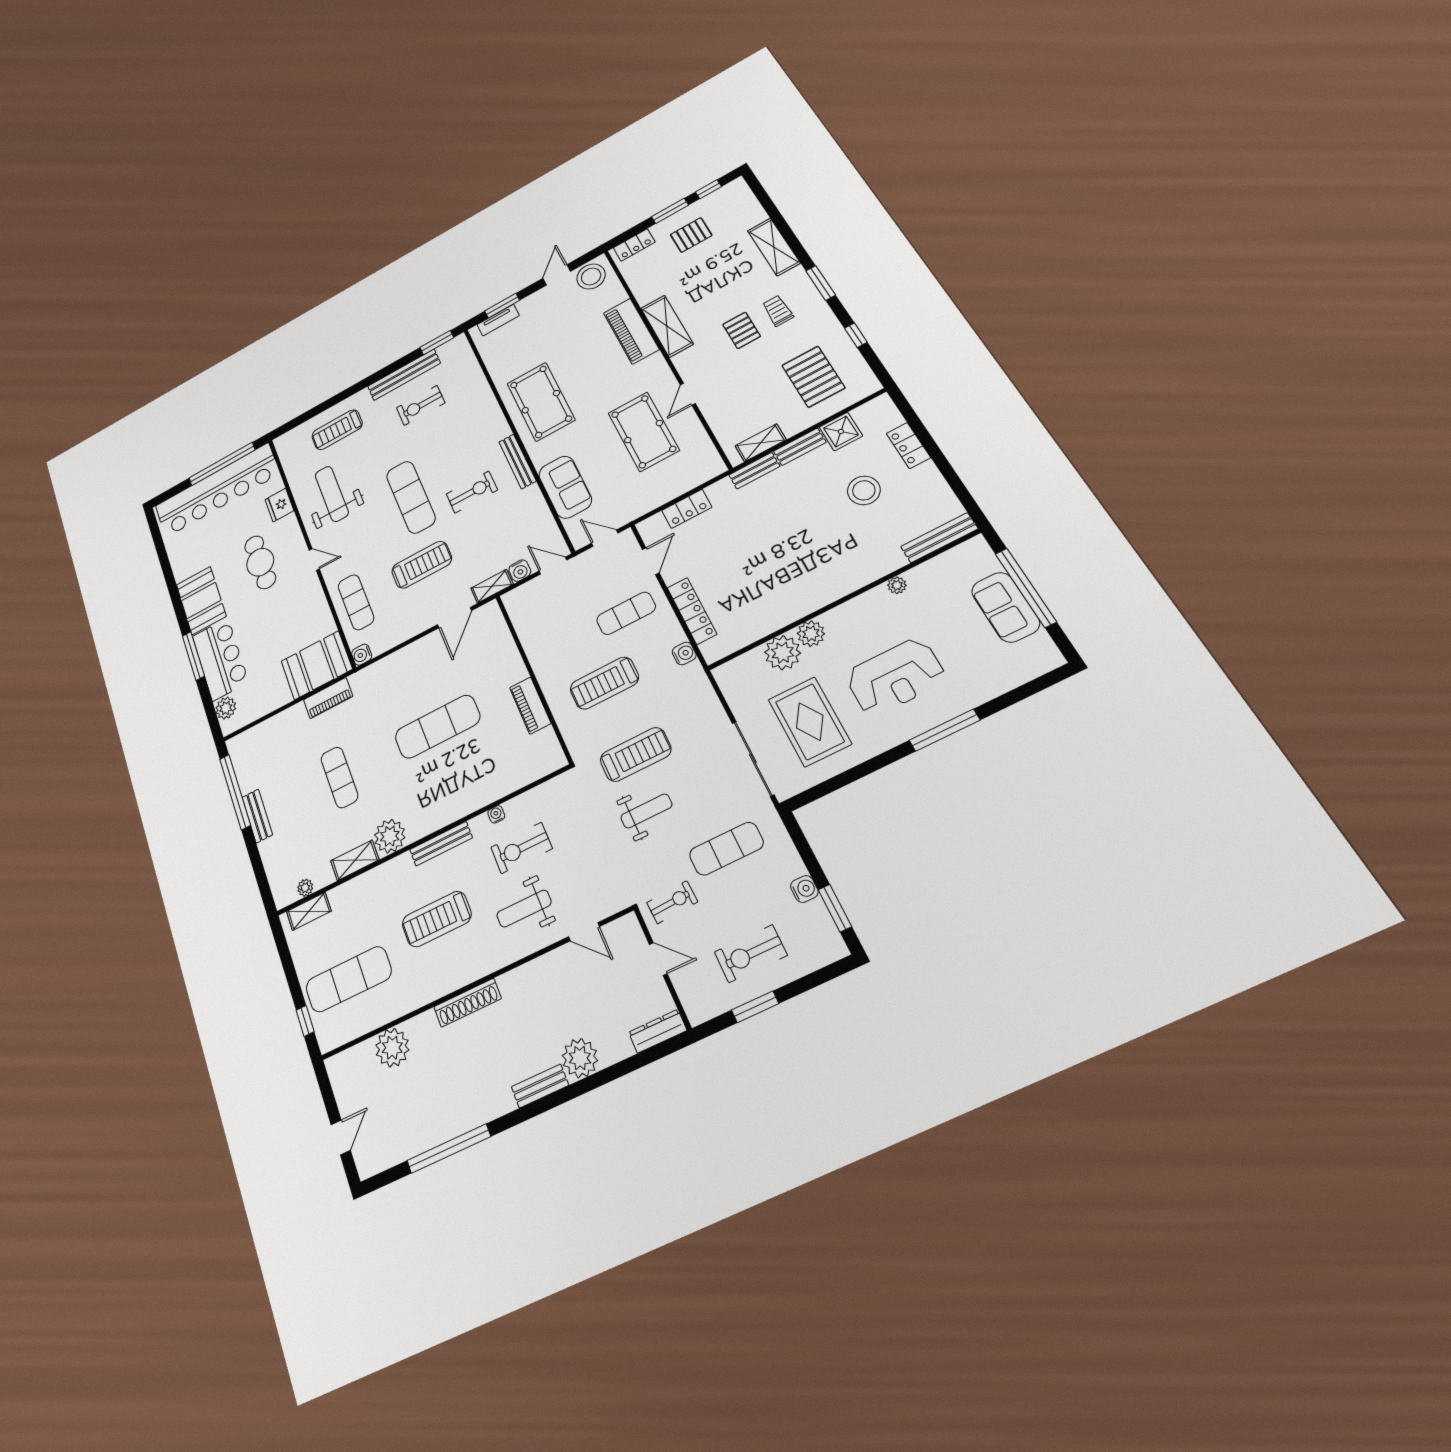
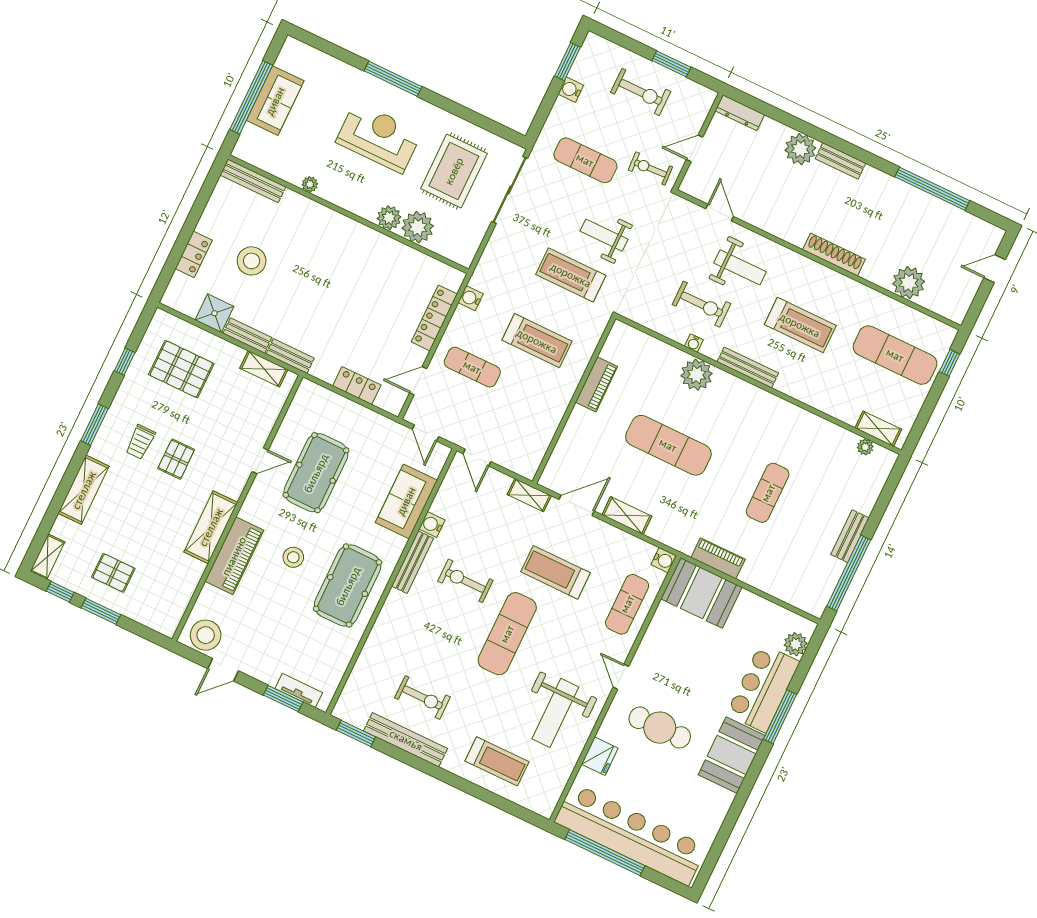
shelving: (743, 193) -> (48, 557), added
locker: (634, 245) -> (152, 619), removed
stool: (594, 374) -> (293, 557), added
pallet: (813, 377) -> (181, 369), turned 90
cafe table: (260, 562) -> (660, 728), turned 90
water cooler: (520, 571) -> (432, 525), moved, turned -90
plant: (390, 836) -> (697, 375), moved
shelving: (355, 860) -> (627, 516), moved
door: (658, 959) -> (695, 148), hinge flipped

